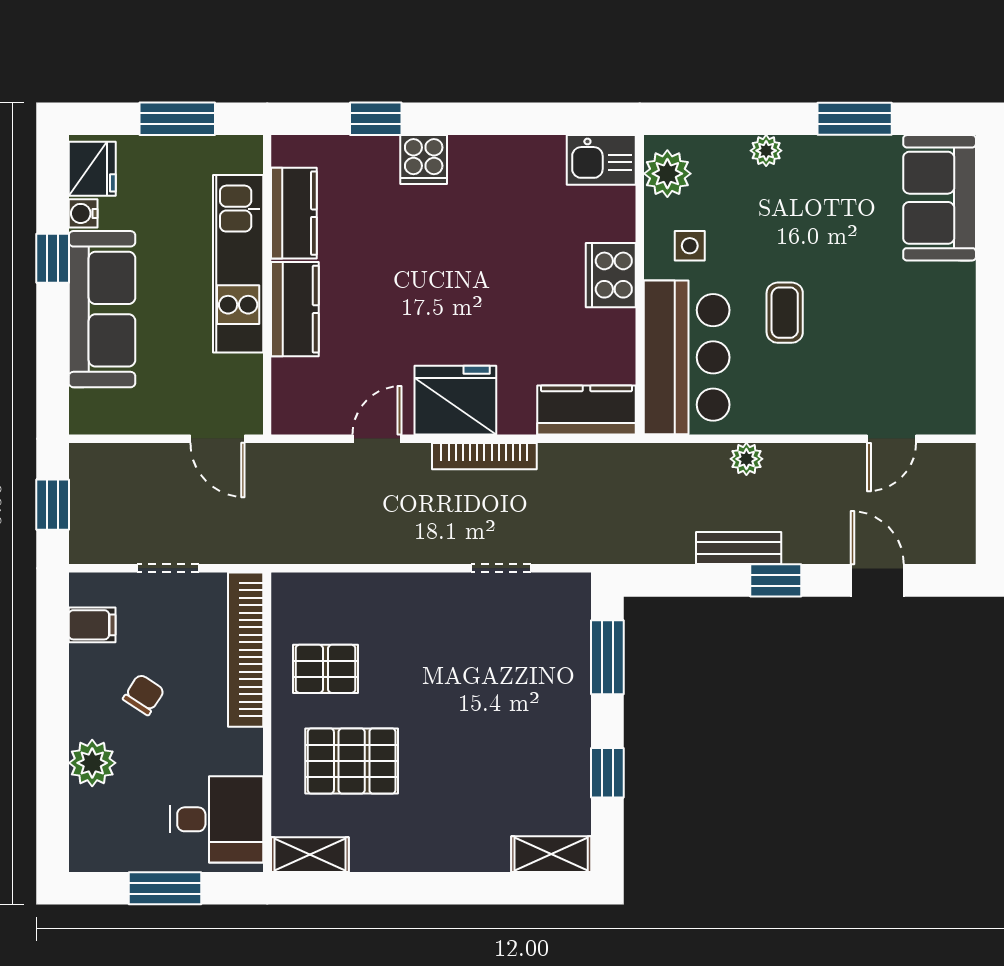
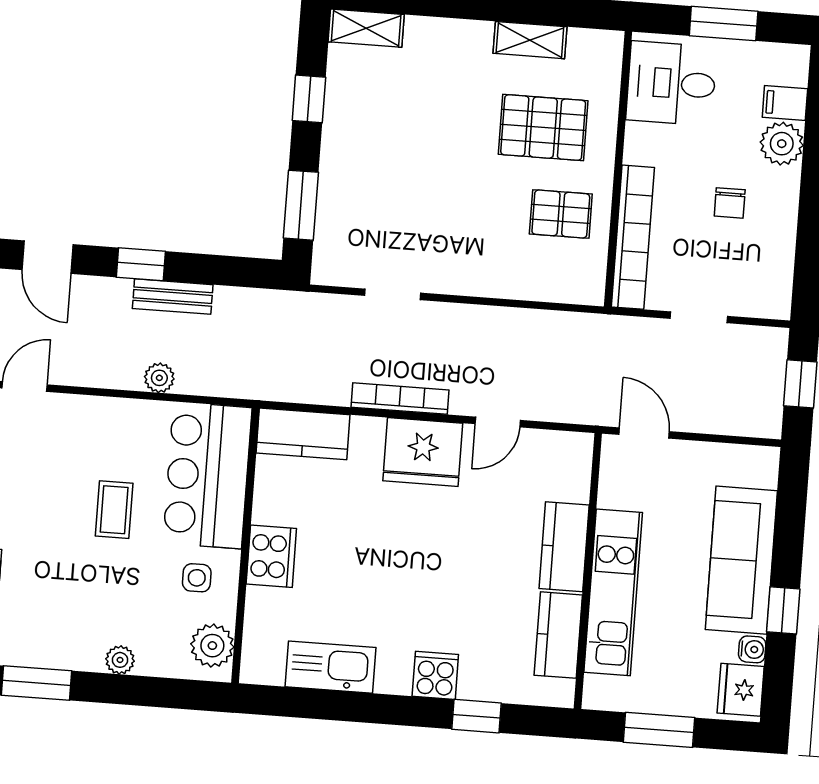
kitchen sink: (601, 160) -> (330, 667), moved, width x1.38
filing cabinet: (92, 625) -> (785, 103), moved
chair: (144, 695) -> (730, 203), turned -33
shelving: (310, 855) -> (530, 40), moved

